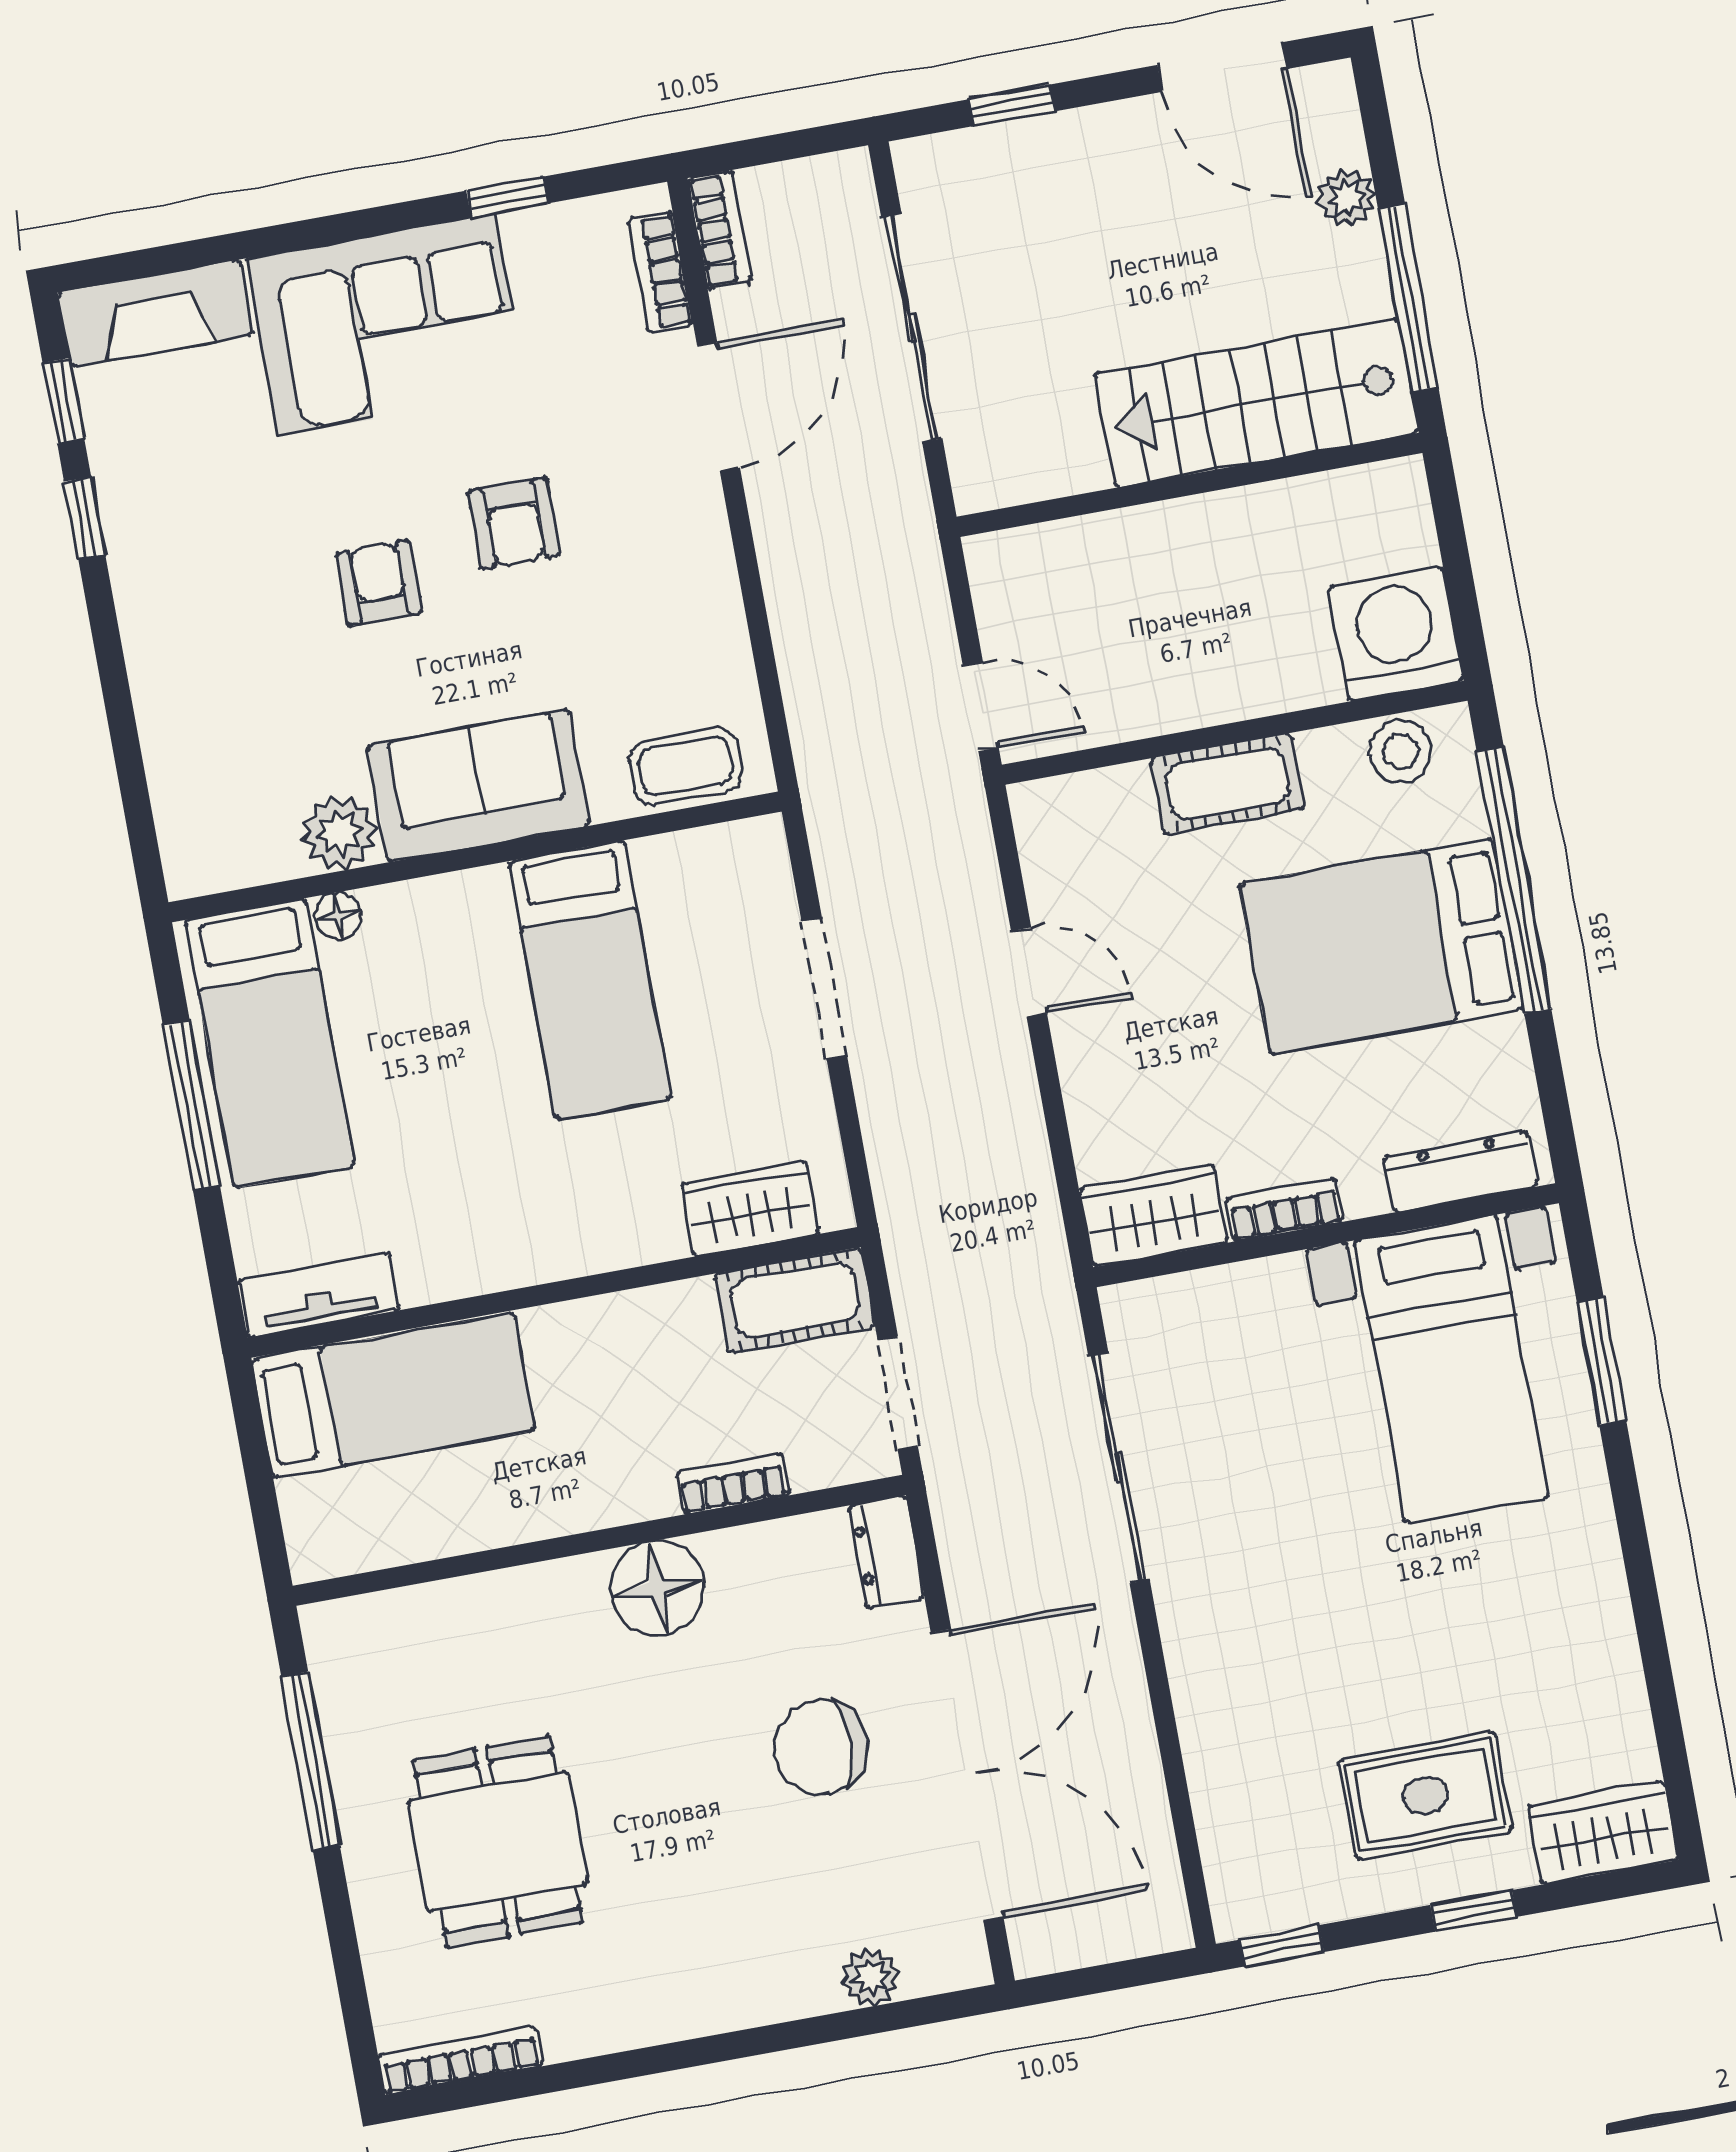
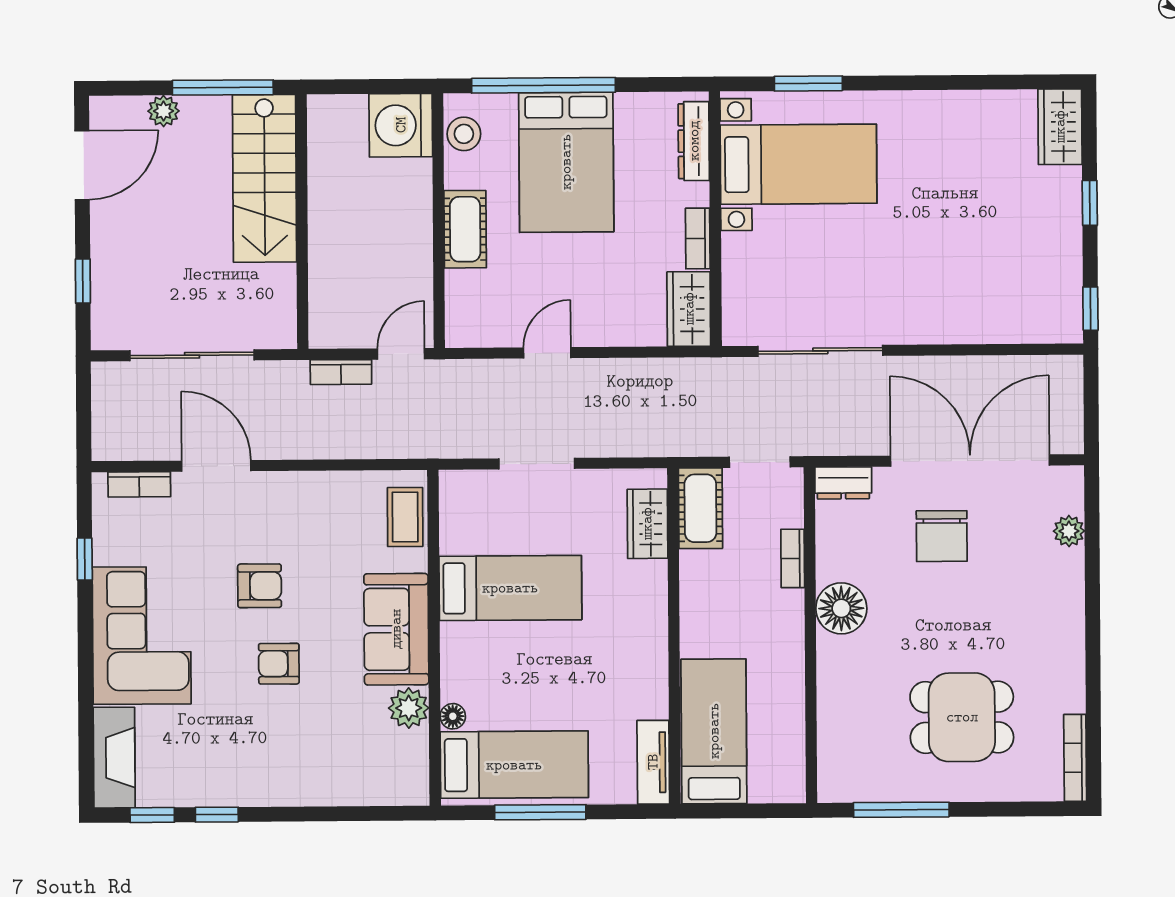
bookcase: (720, 230) -> (341, 372), moved, turned 180
rug: (1425, 1796) -> (1024, 218), removed

